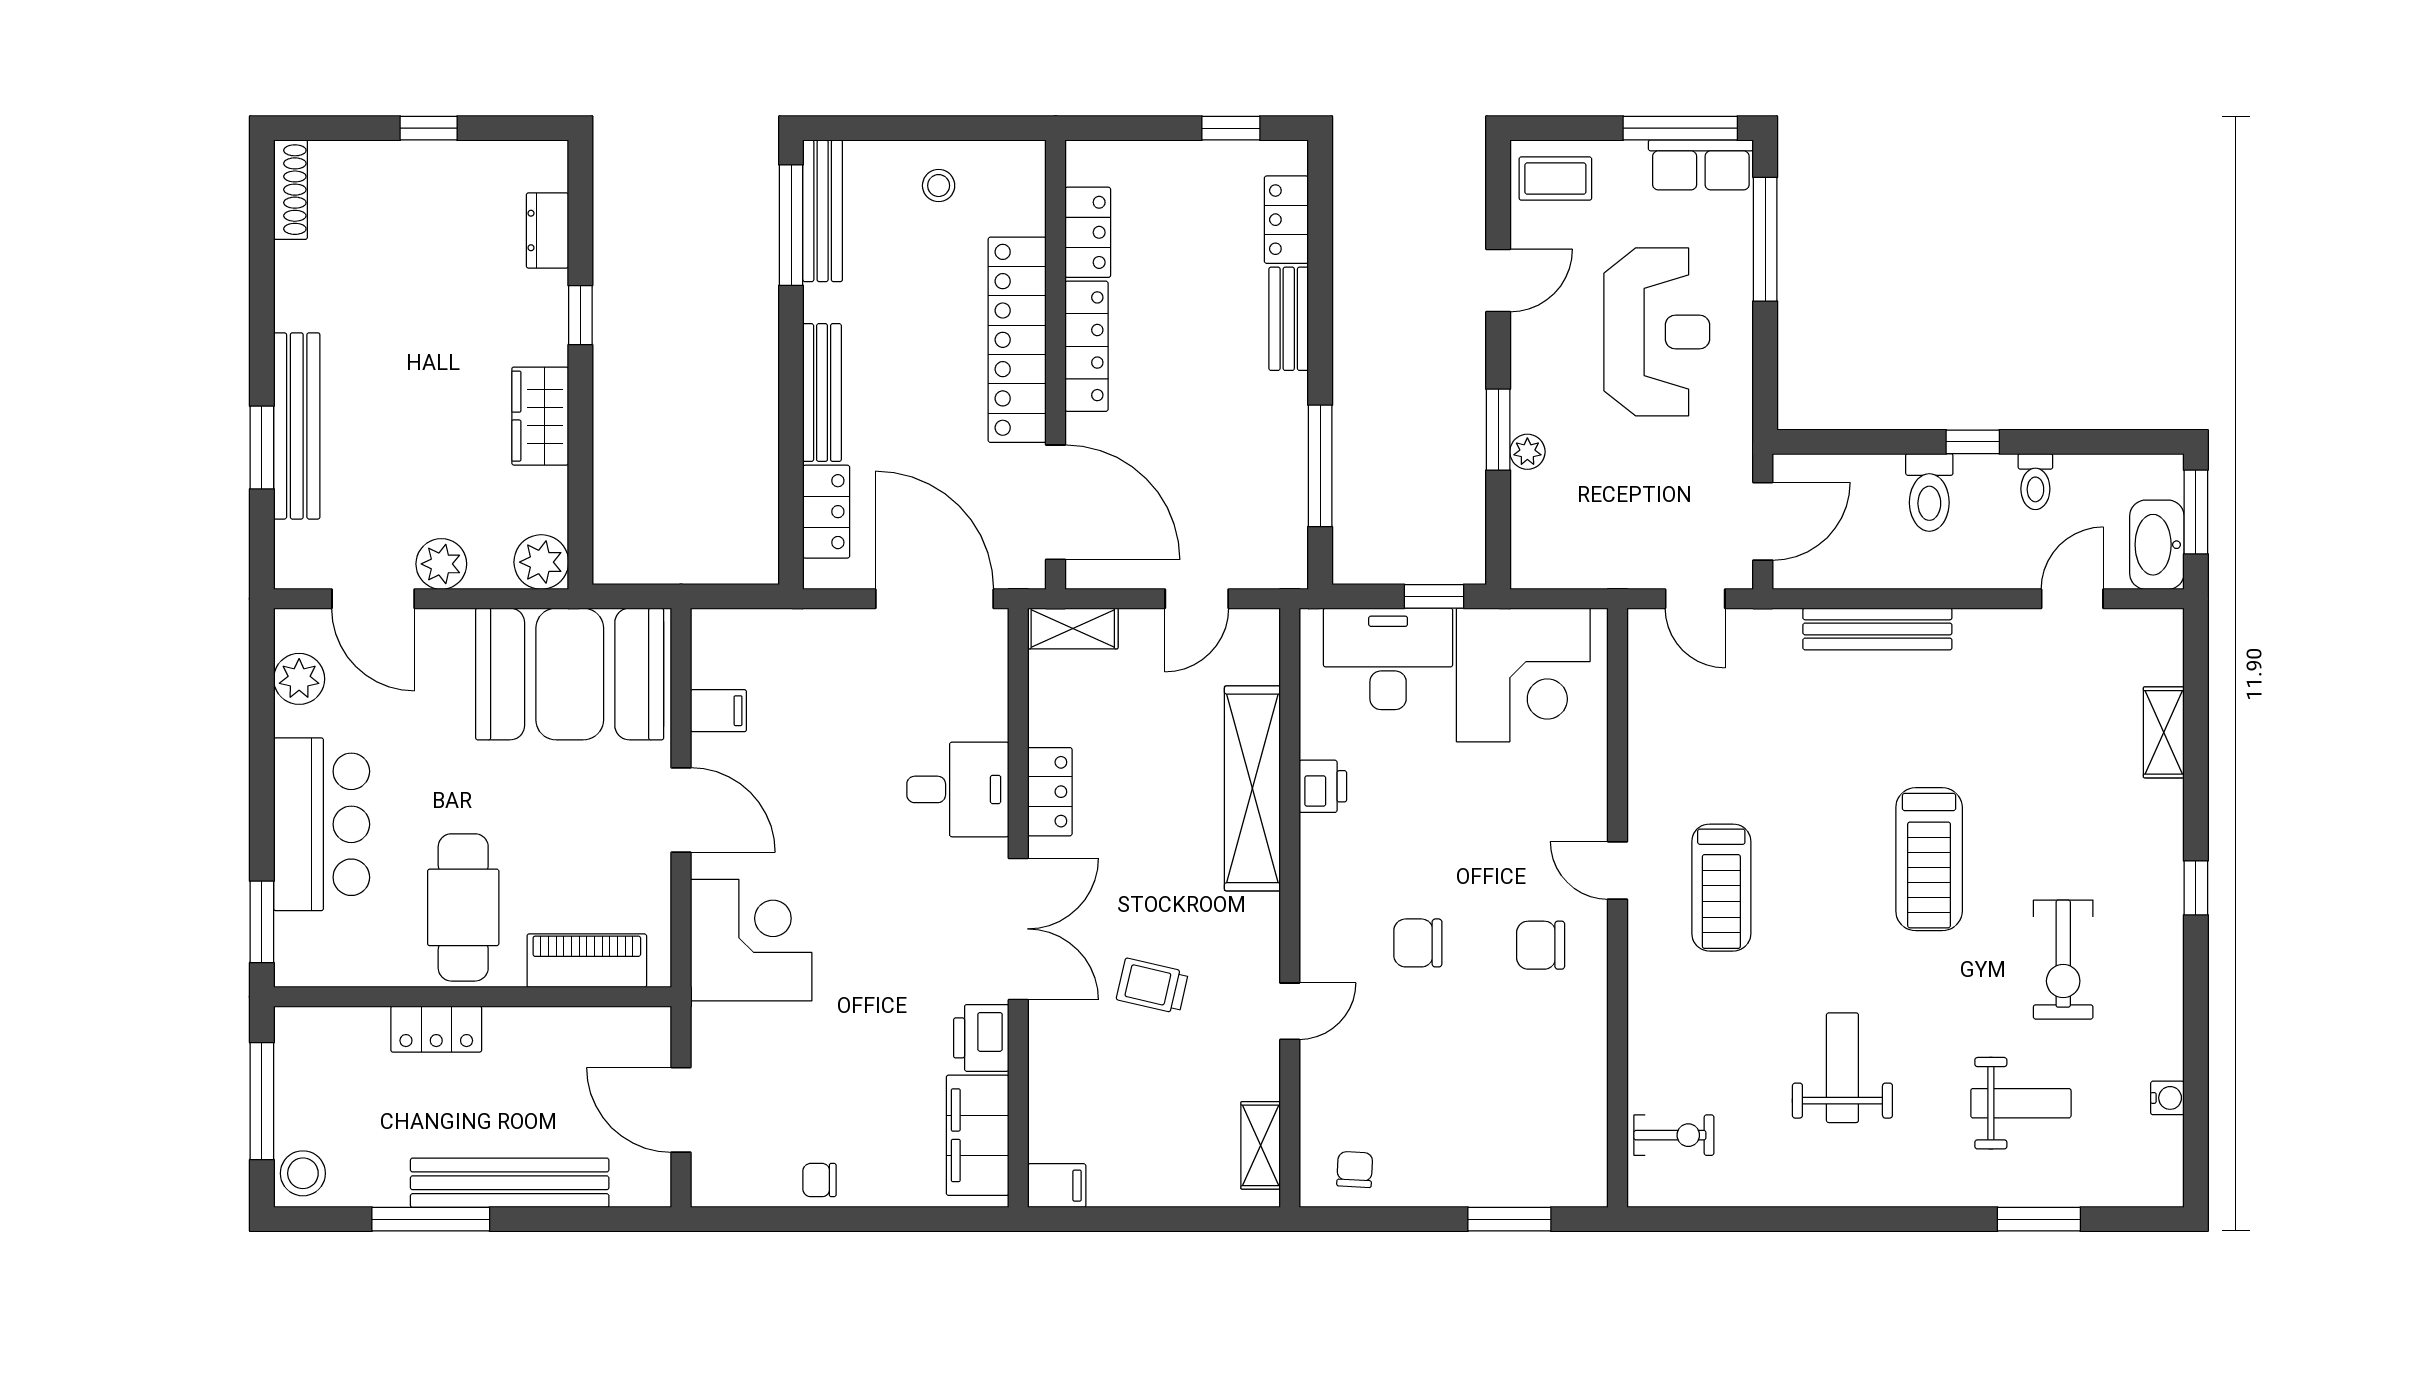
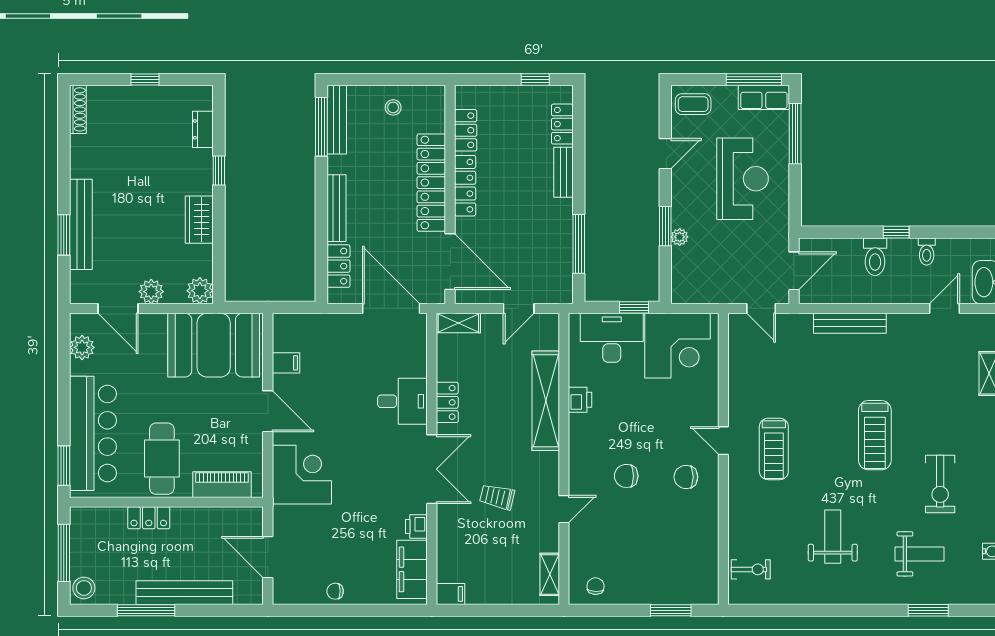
bar counter: (322, 824) -> (93, 433), width x1.36
printer: (981, 1038) -> (416, 526), width x0.73, depth x0.81

